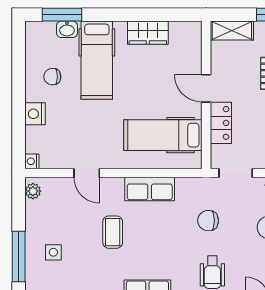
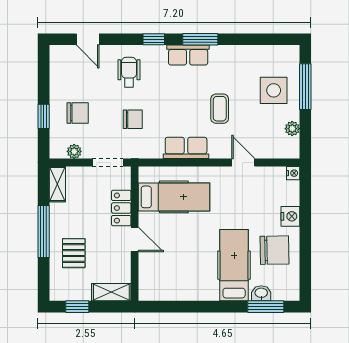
wardrobe: (148, 33) -> (188, 290), removed
chair: (52, 77) -> (275, 250), width x1.87, depth x1.87
plant: (33, 191) -> (292, 129), moved
side table: (53, 252) -> (274, 90), width x1.87, depth x1.87

